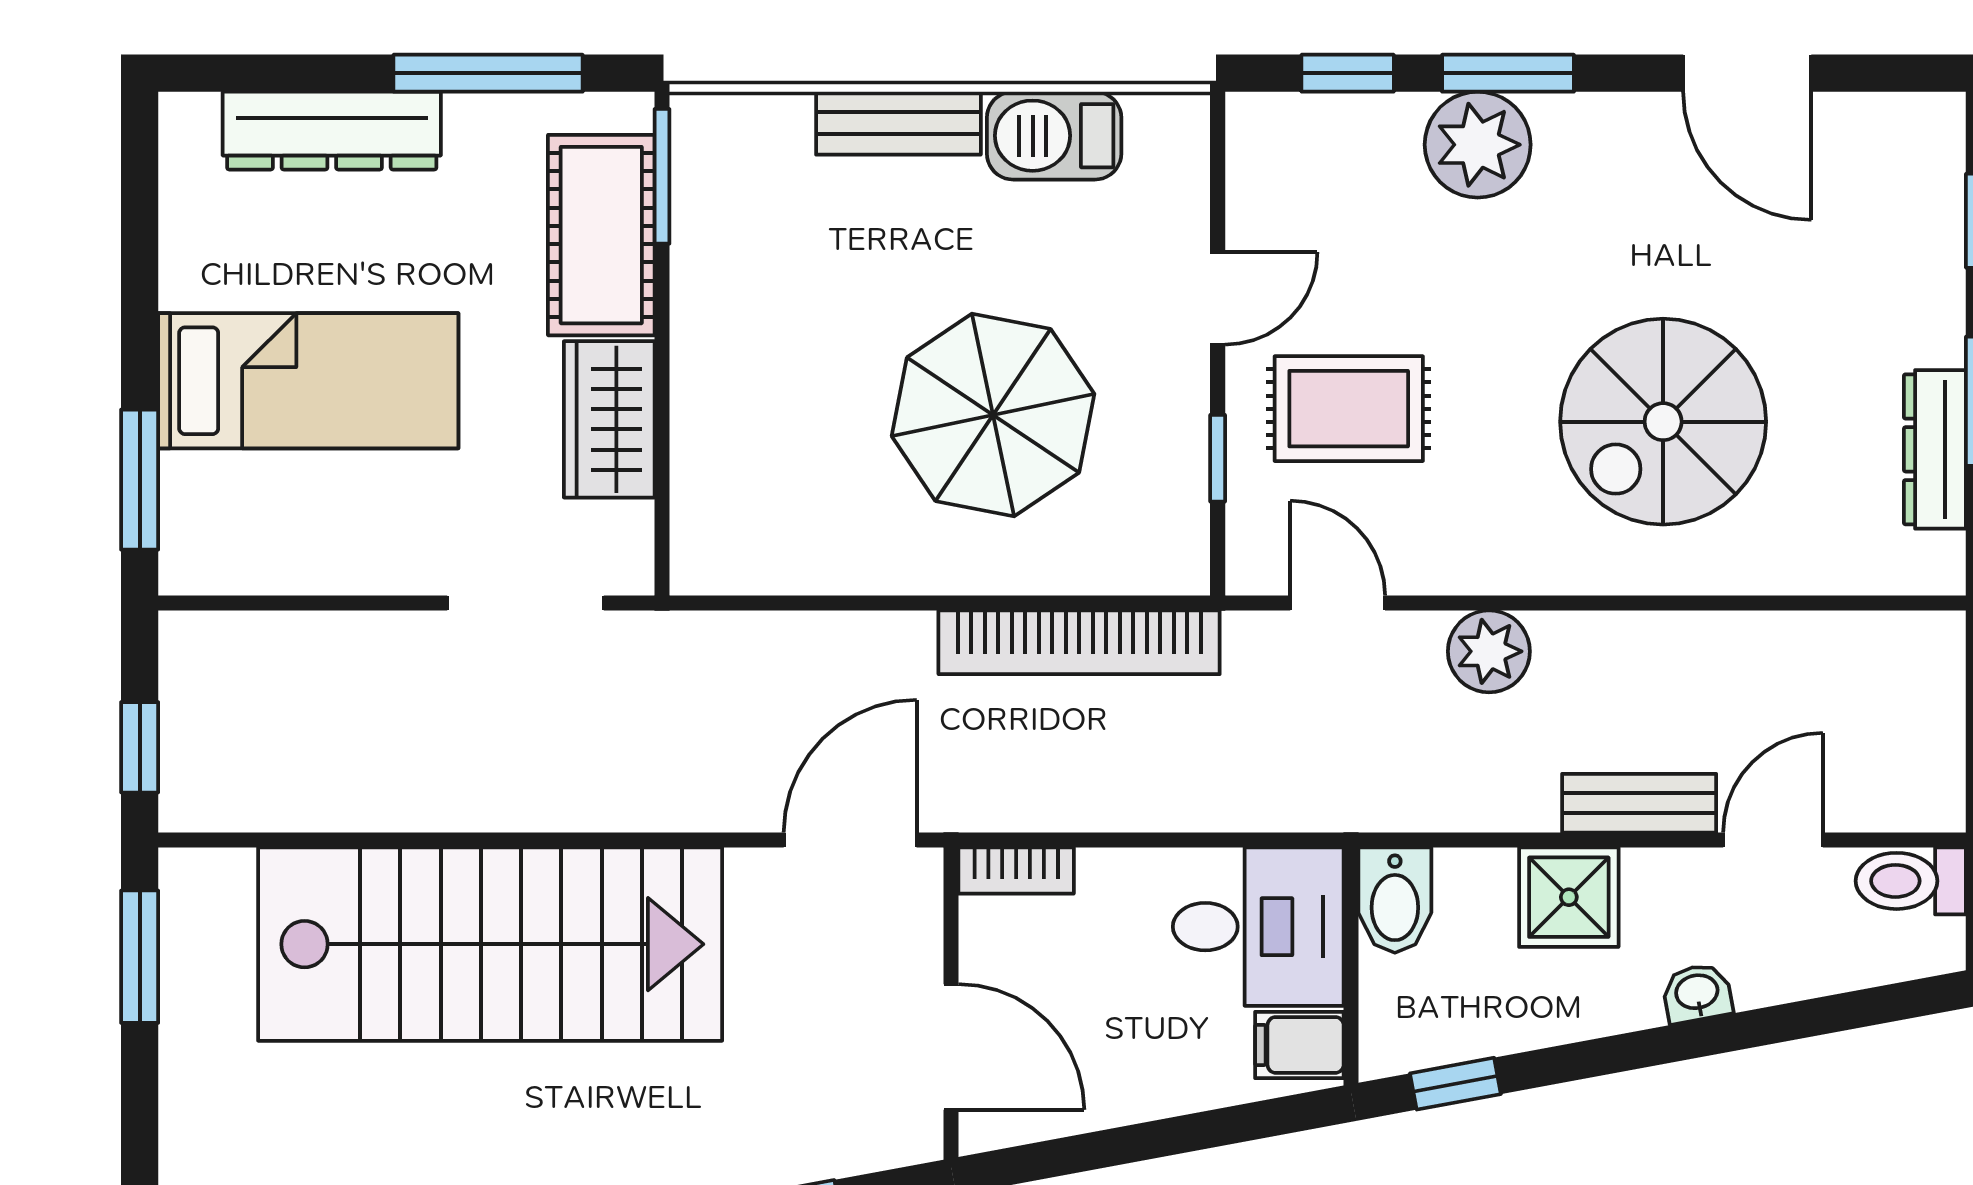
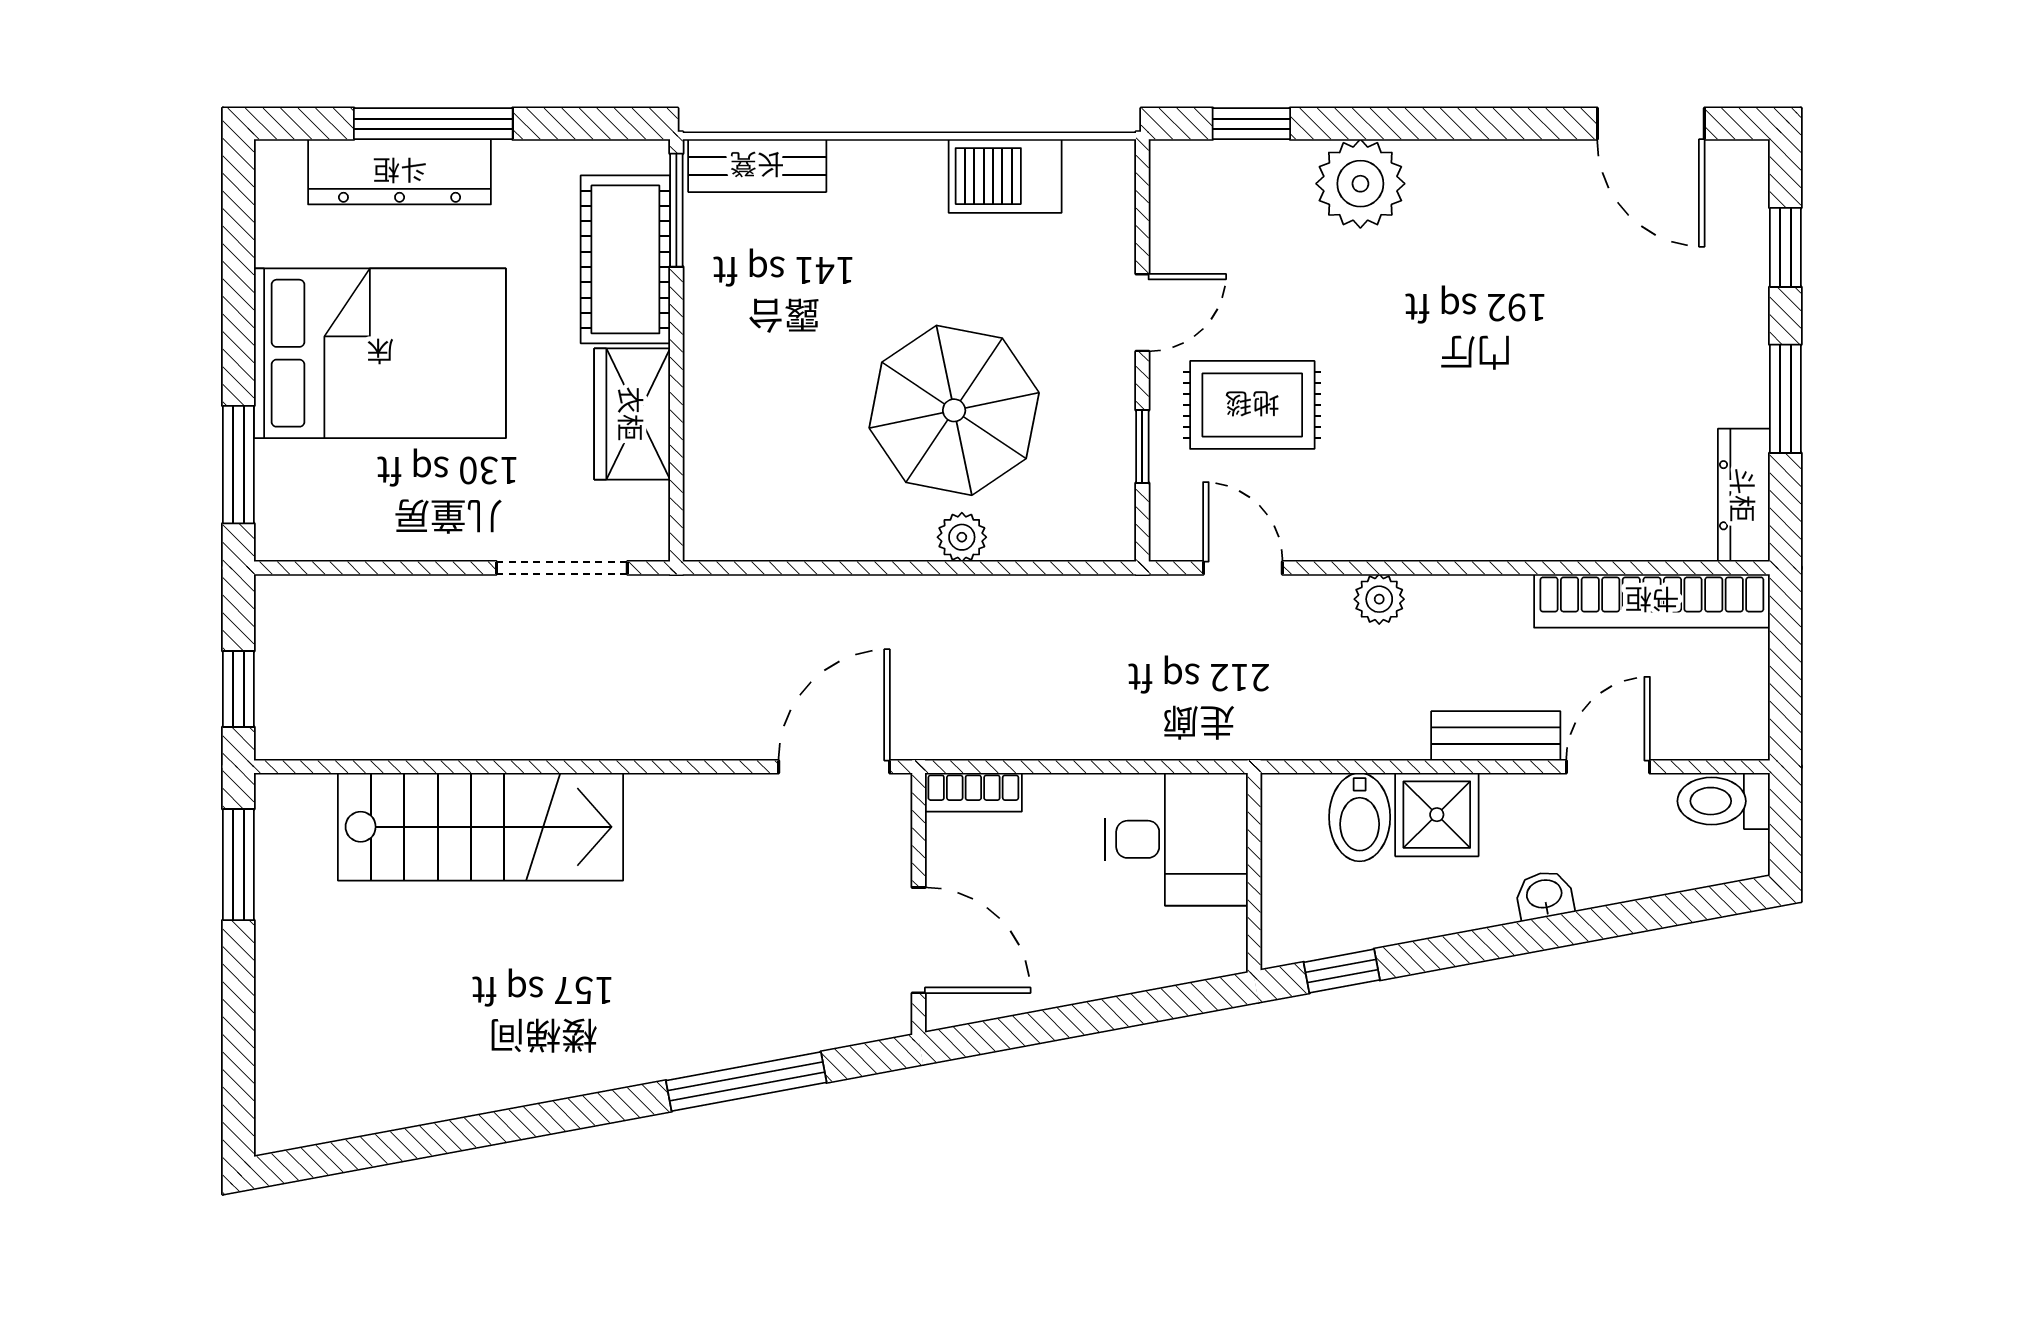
window: (488, 73) -> (433, 124), moved
window: (1508, 73) -> (1386, 124), removed
door: (1747, 73) -> (1651, 124), moved
bench: (898, 123) -> (757, 166), moved
bed: (308, 381) -> (380, 353), width x1.50
spiral stairs: (1663, 422) -> (1516, 416), removed
dresser: (1935, 449) -> (1744, 495), moved
plant: (1002, 566) -> (962, 537), added
bookcase: (1079, 642) -> (1652, 601), moved
plant: (1489, 651) -> (1379, 599), width x0.73, depth x0.73
bidet: (1395, 900) -> (1360, 817), moved
stairs: (490, 944) -> (480, 827), width x0.73, depth x0.66
filing cabinet: (1299, 1045) -> (1211, 939), removed

